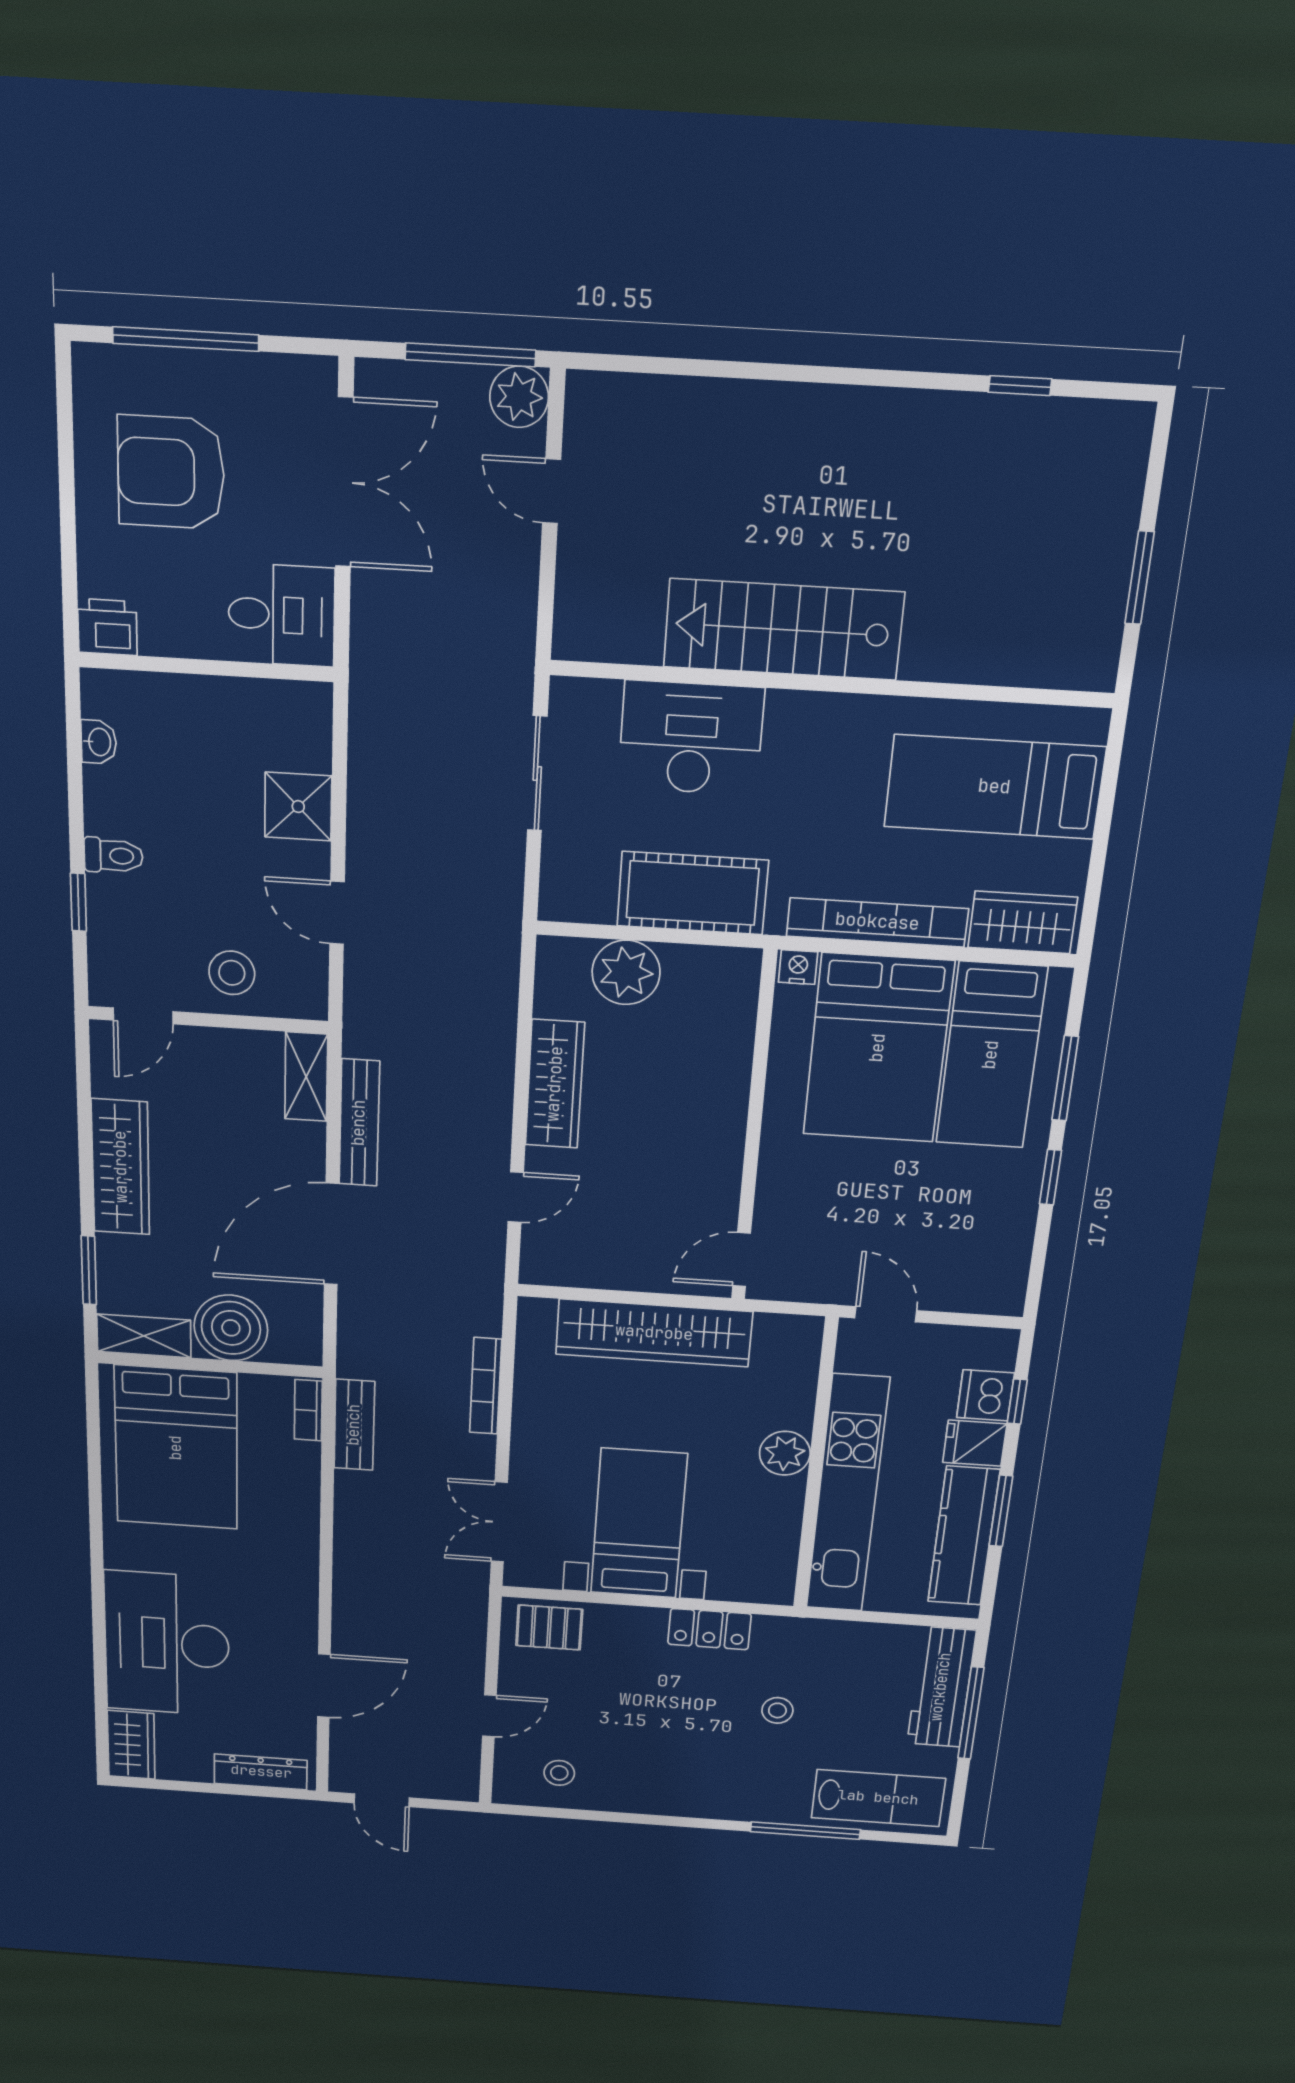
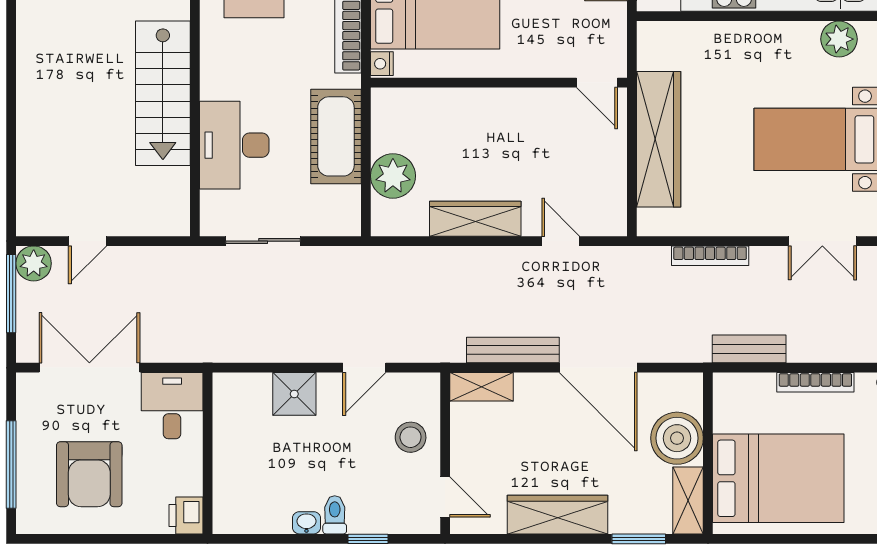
washbasin: (99, 742) -> (306, 523), moved
bookcase: (308, 1410) -> (815, 382), moved, width x1.56
plant: (785, 1453) -> (839, 39), moved

